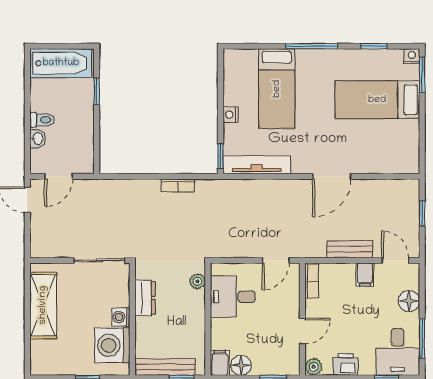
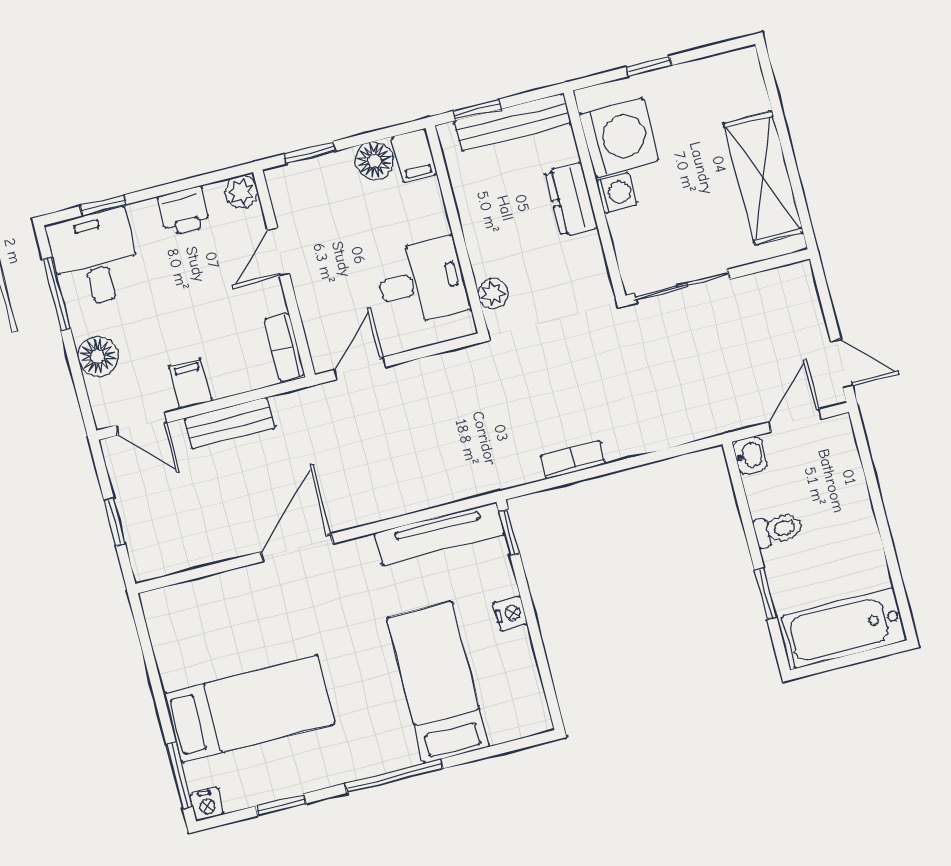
toilet: (42, 120) -> (778, 529), moved, turned 180
washbasin: (37, 139) -> (750, 455), moved, turned 180
dresser: (145, 298) -> (571, 200), moved

